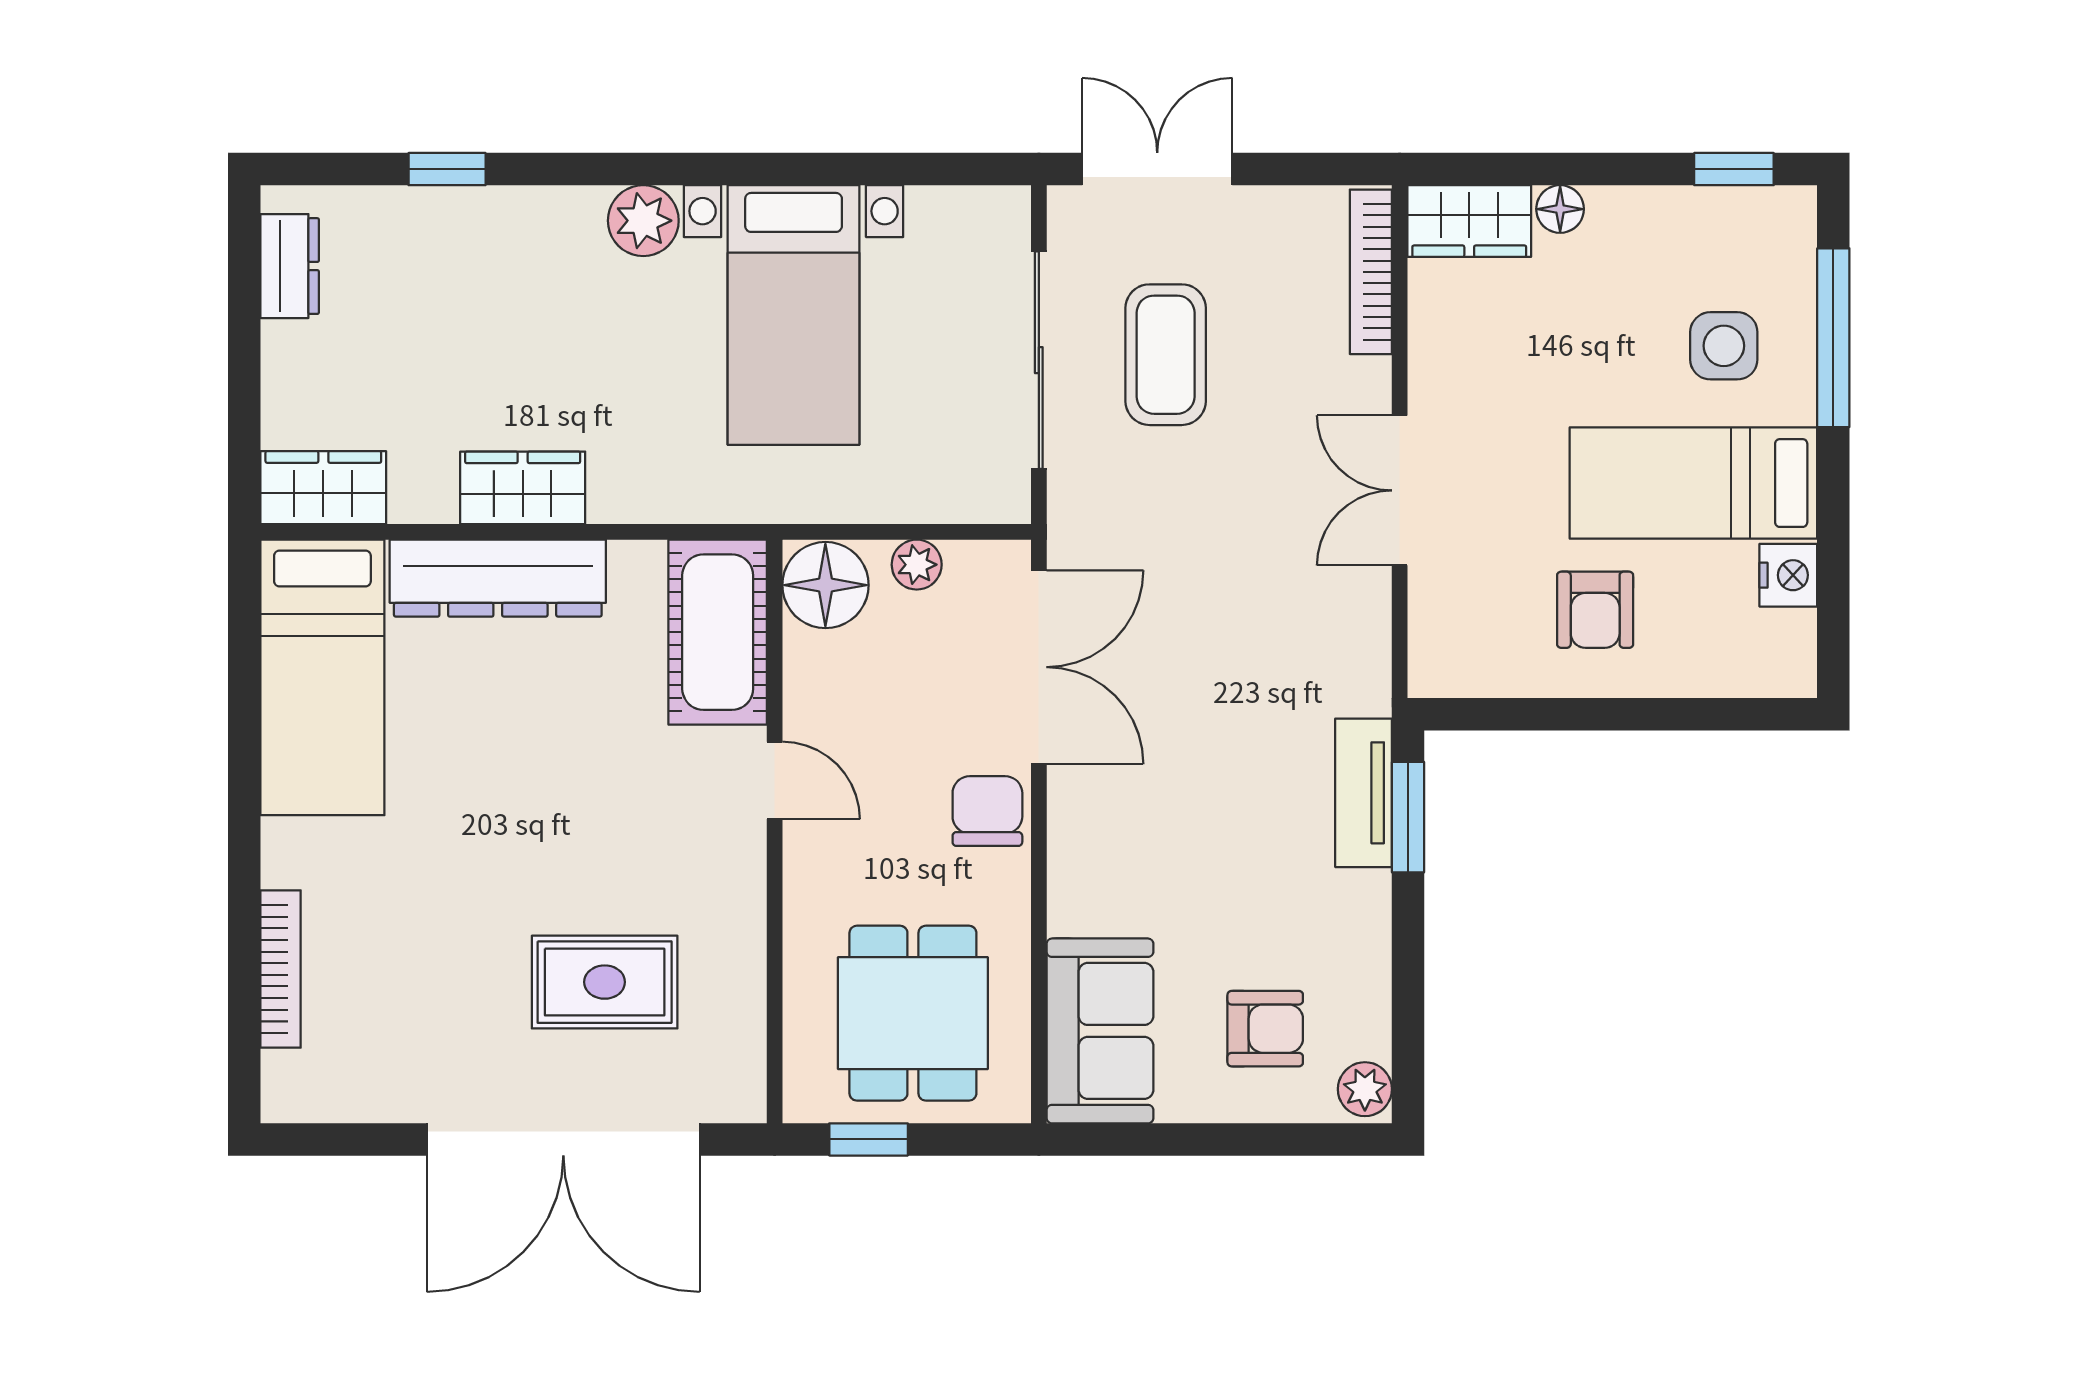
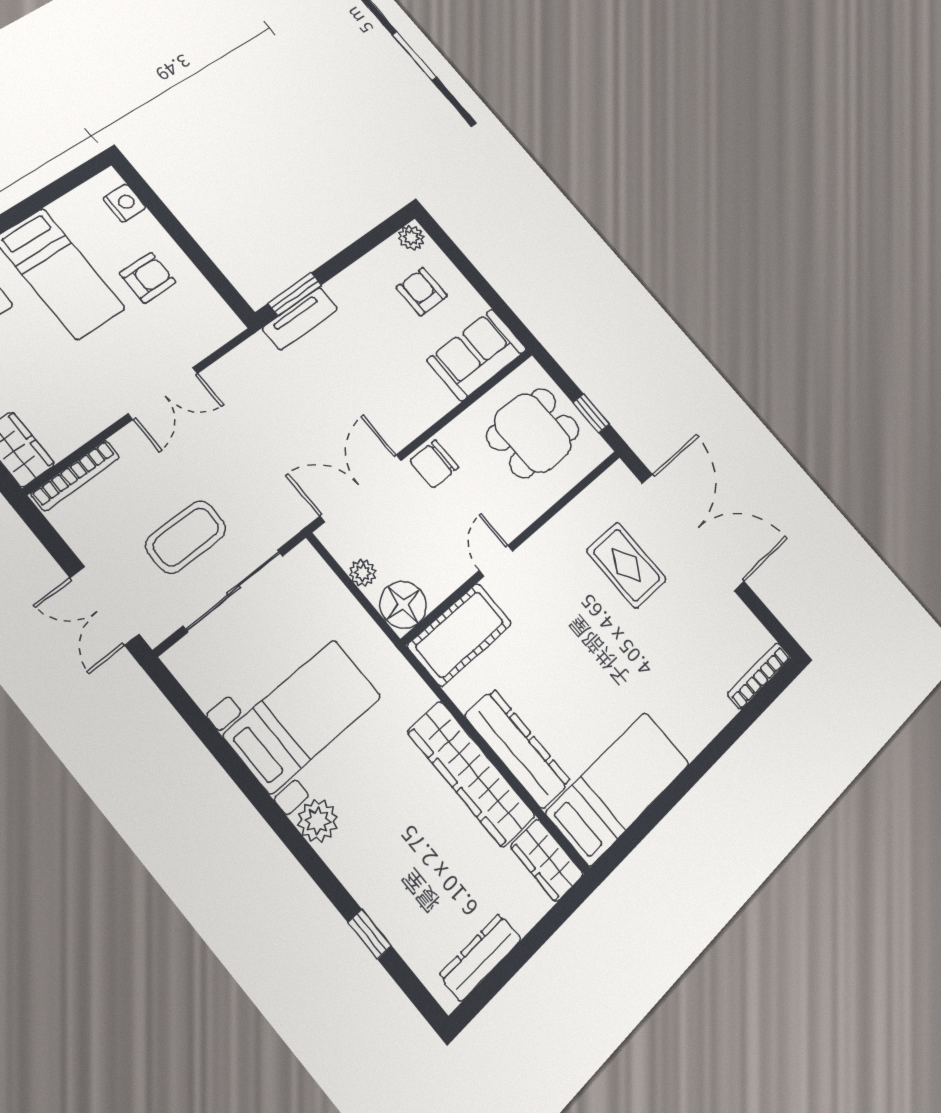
dresser: (290, 266) -> (480, 957), width x1.44
wardrobe: (523, 488) -> (471, 774), width x2.10, depth x1.17
nightstand: (1788, 575) -> (124, 203), moved, turned 90
bookcase: (281, 969) -> (759, 676), moved

